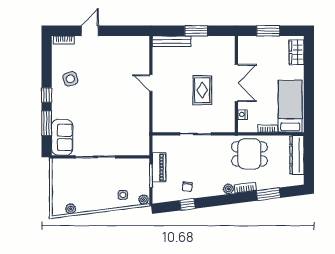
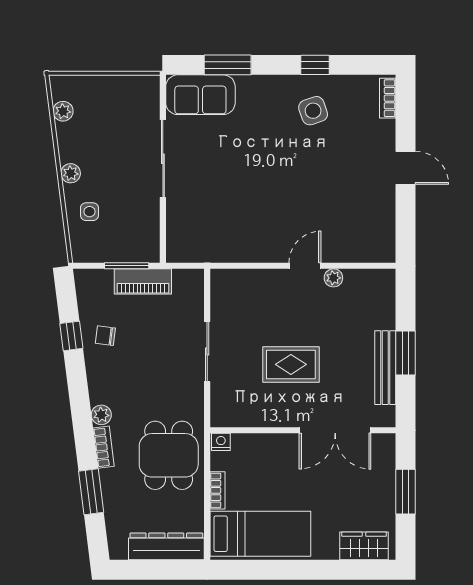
door: (90, 31) -> (405, 168), moved
bench: (172, 41) -> (385, 368), moved
plant: (157, 68) -> (333, 278), added
double door: (236, 83) -> (335, 430), moved
window: (47, 95) -> (315, 65), moved
nightstand: (242, 115) -> (221, 442), moved
plant: (144, 200) -> (71, 173), moved

